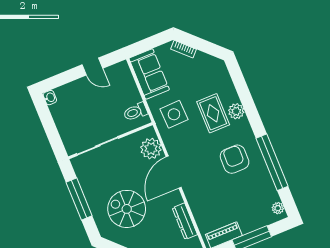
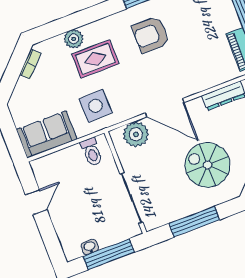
bookcase: (183, 49) -> (30, 64), moved
washbasin: (50, 98) -> (90, 247), moved
plant: (236, 111) -> (74, 39), moved
window: (50, 128) -> (109, 254), added
spiral stairs: (127, 209) -> (207, 165), turned 90

